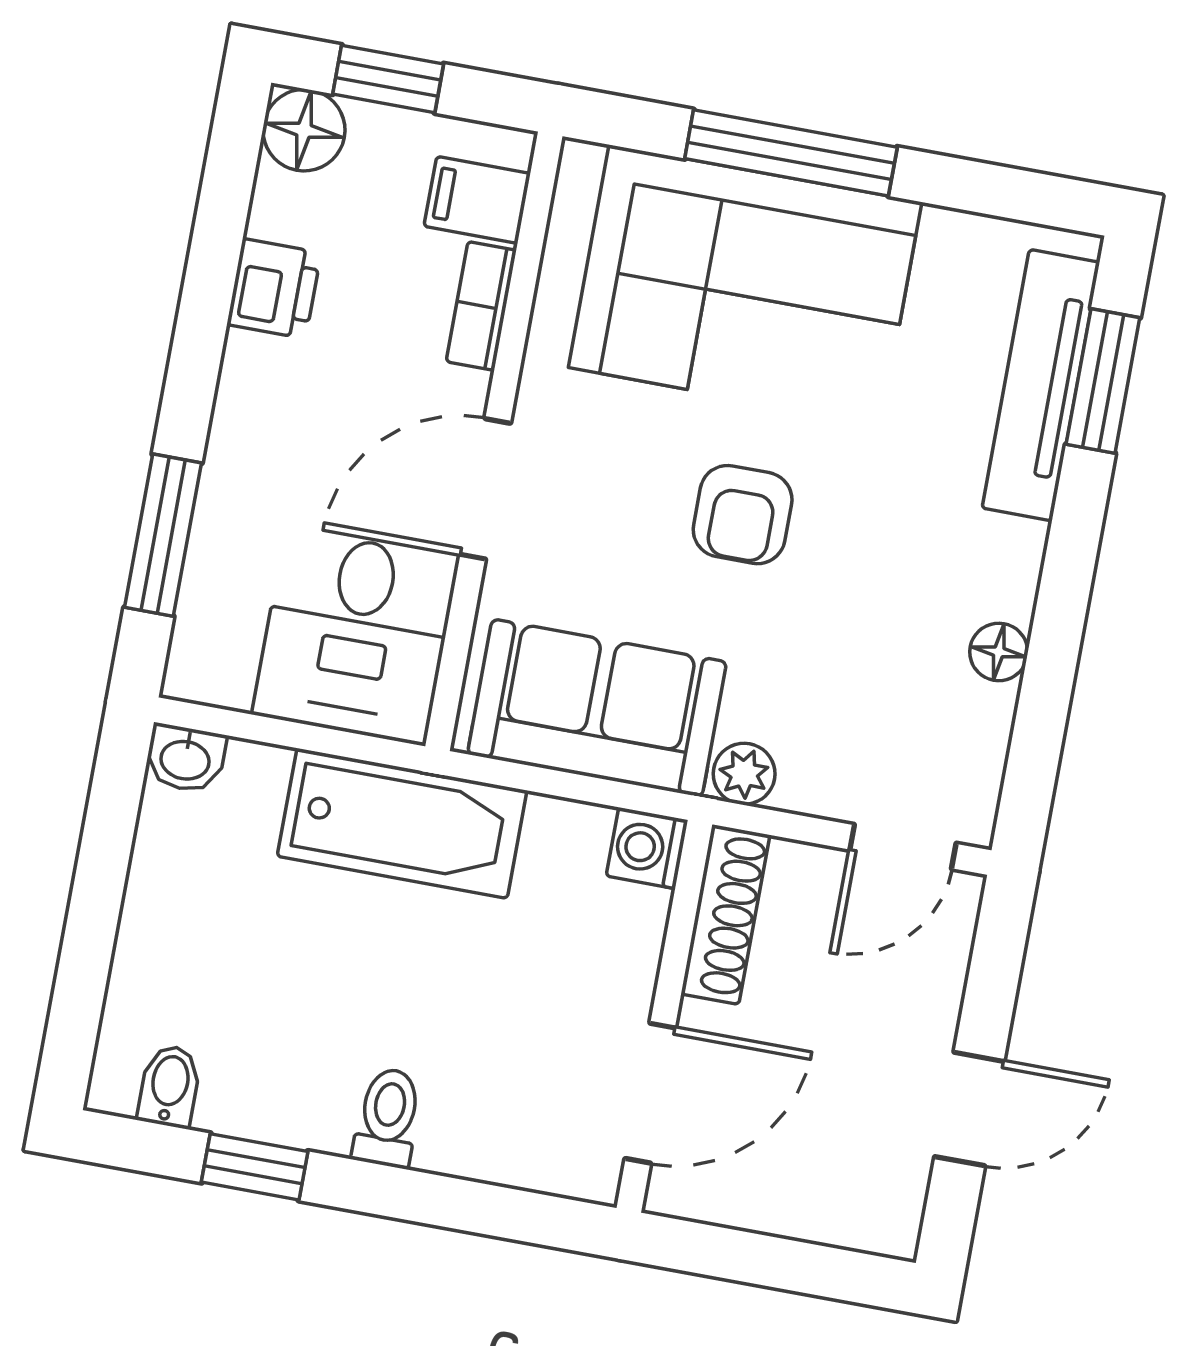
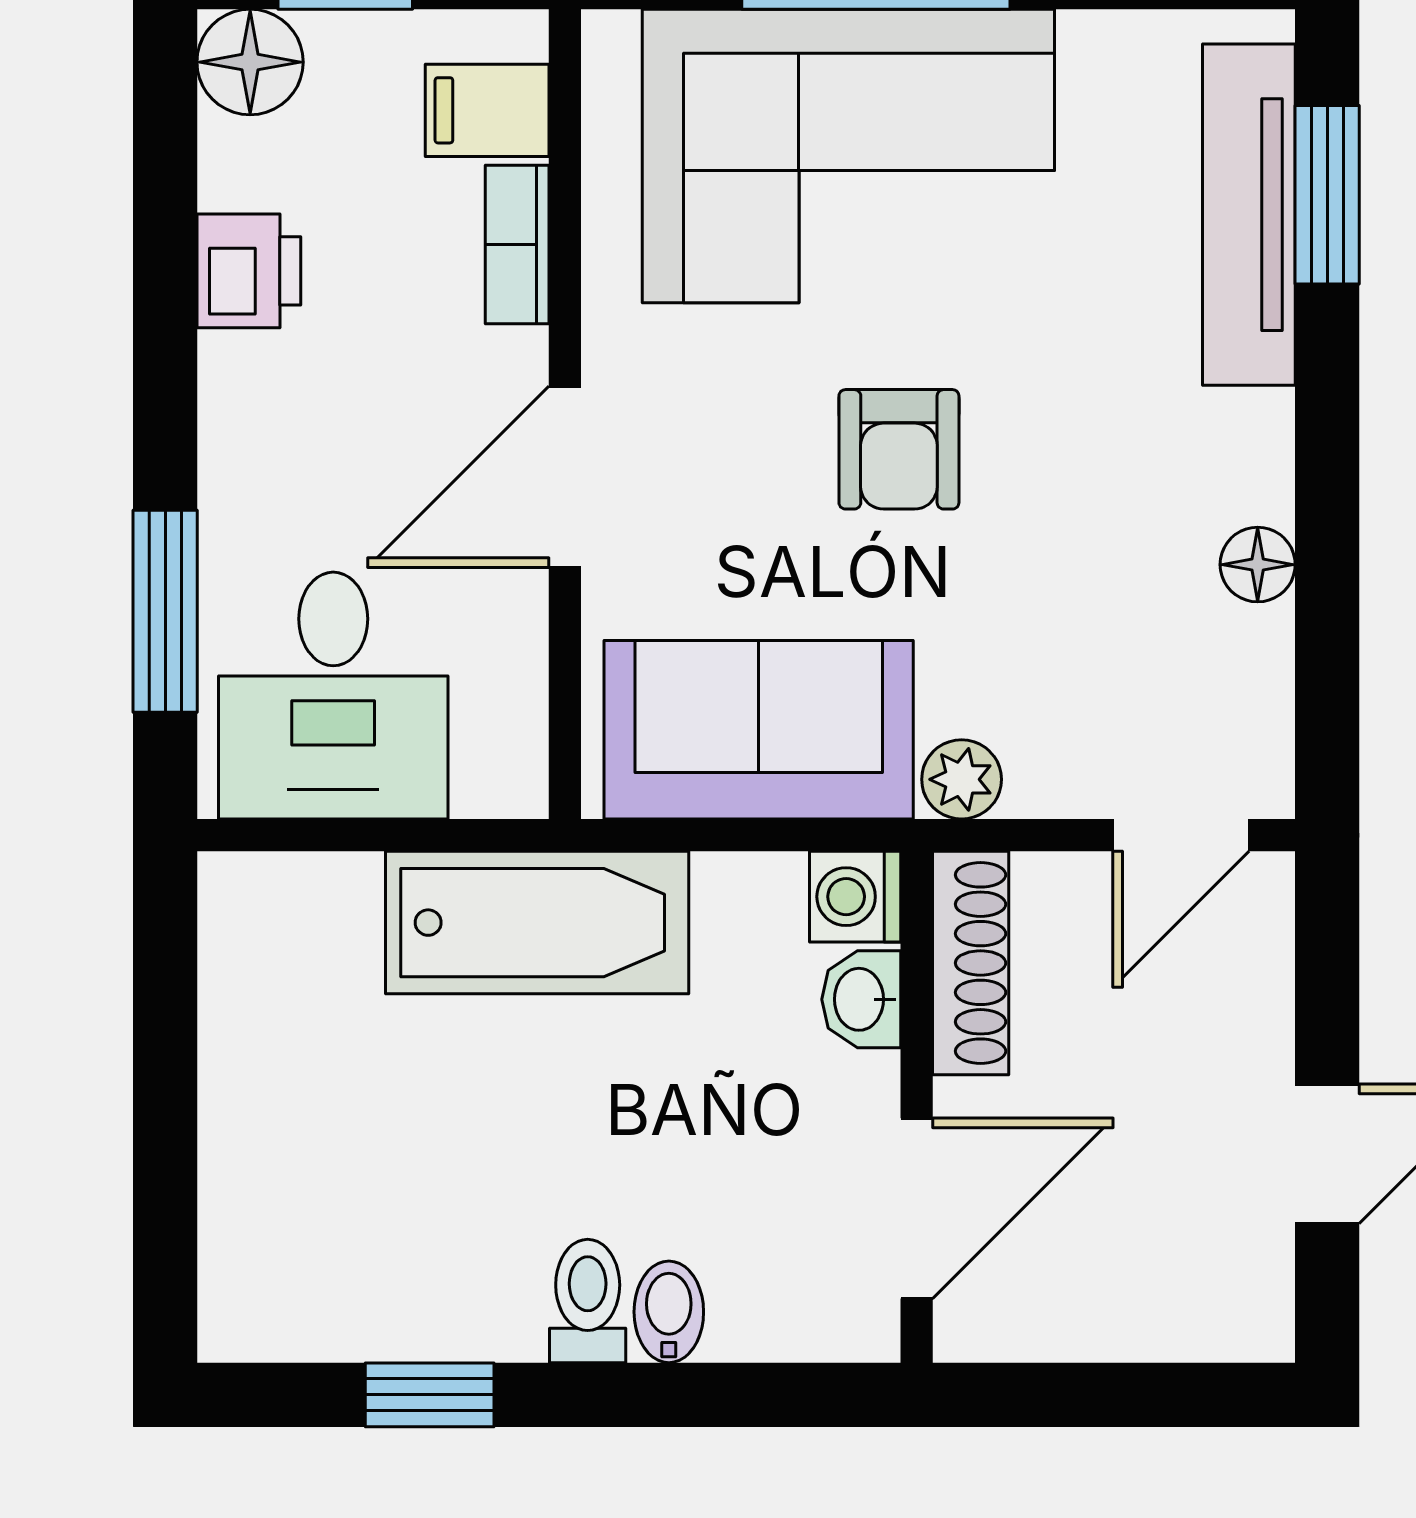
desk: (356, 637) -> (333, 696), moved
washbasin: (185, 758) -> (861, 999), moved, turned 90
bidet: (169, 1086) -> (669, 1312), moved

